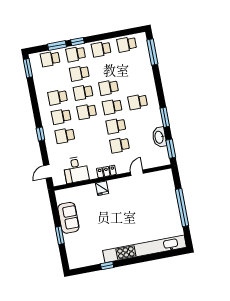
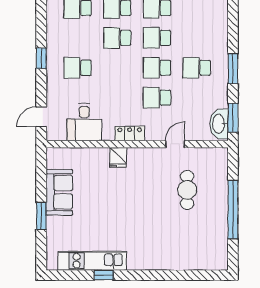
school desk: (138, 102) -> (197, 68), moved
school desk: (61, 116) -> (78, 38), removed
washbasin: (159, 137) -> (219, 124), moved
cafe table: (150, 201) -> (187, 190), added
kitchen unit: (145, 249) -> (92, 261), moved, width x0.54

